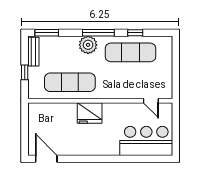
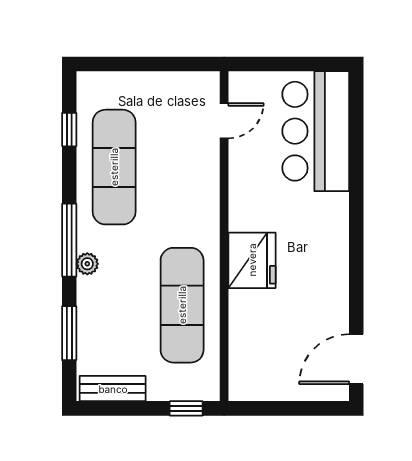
window: (47, 33) -> (69, 333), moved
window: (135, 33) -> (69, 130), moved
plant: (88, 45) -> (87, 264), width x0.53, depth x0.53
window: (25, 72) -> (186, 408), moved

